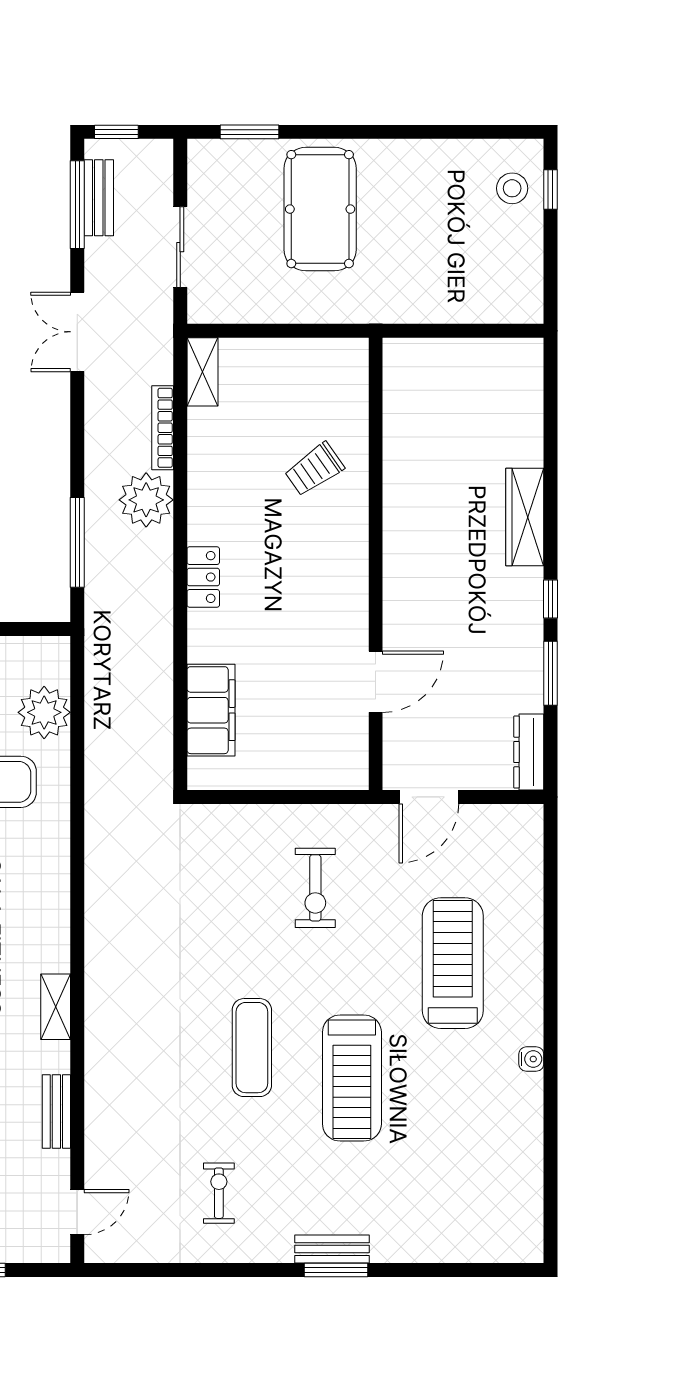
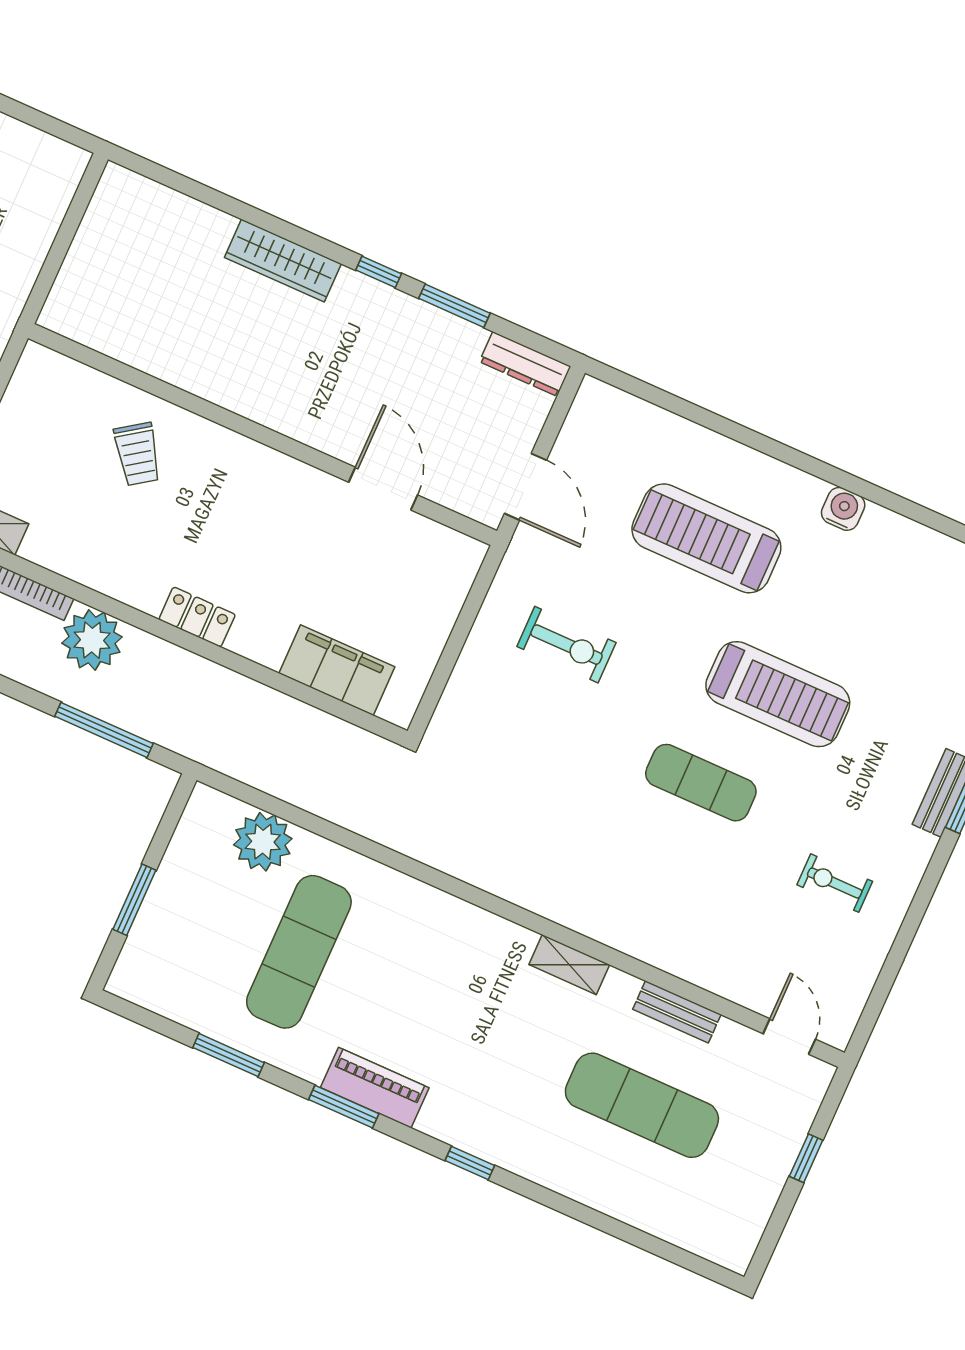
water cooler: (531, 1059) -> (843, 509), width x1.38, depth x1.38

